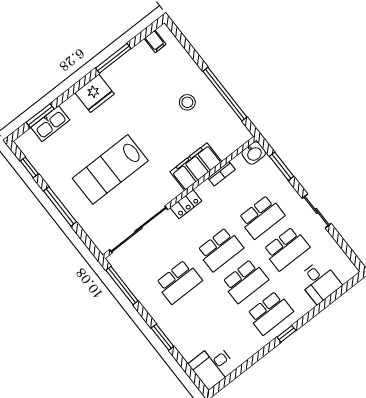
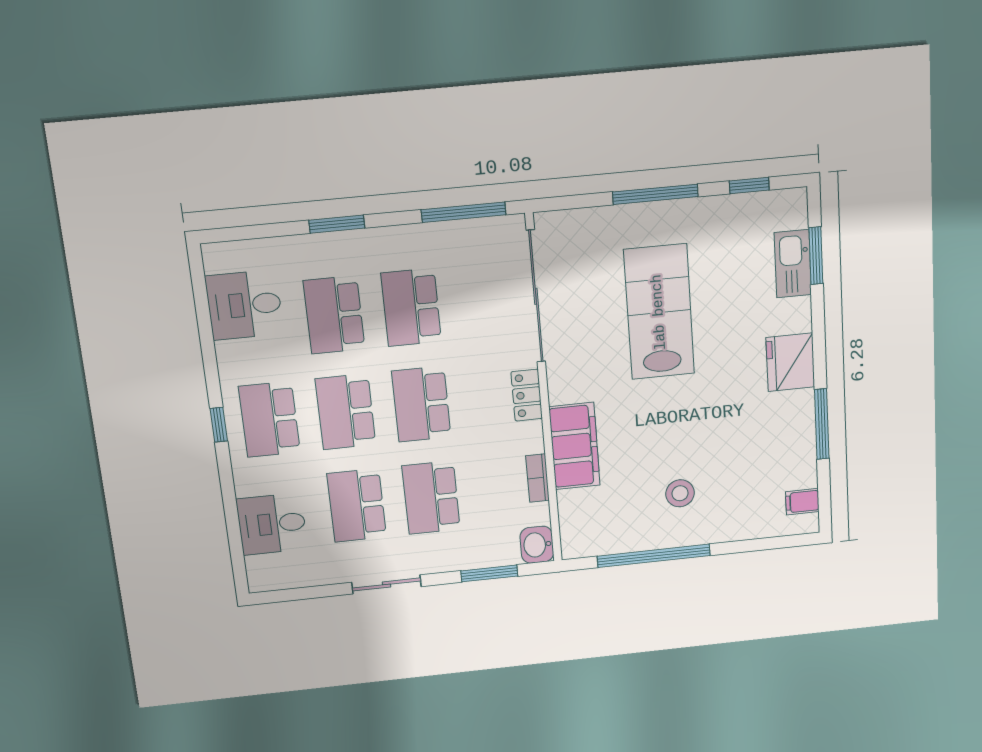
school desk: (204, 313) -> (334, 315), added
desk: (213, 366) -> (244, 305), moved, turned -90

